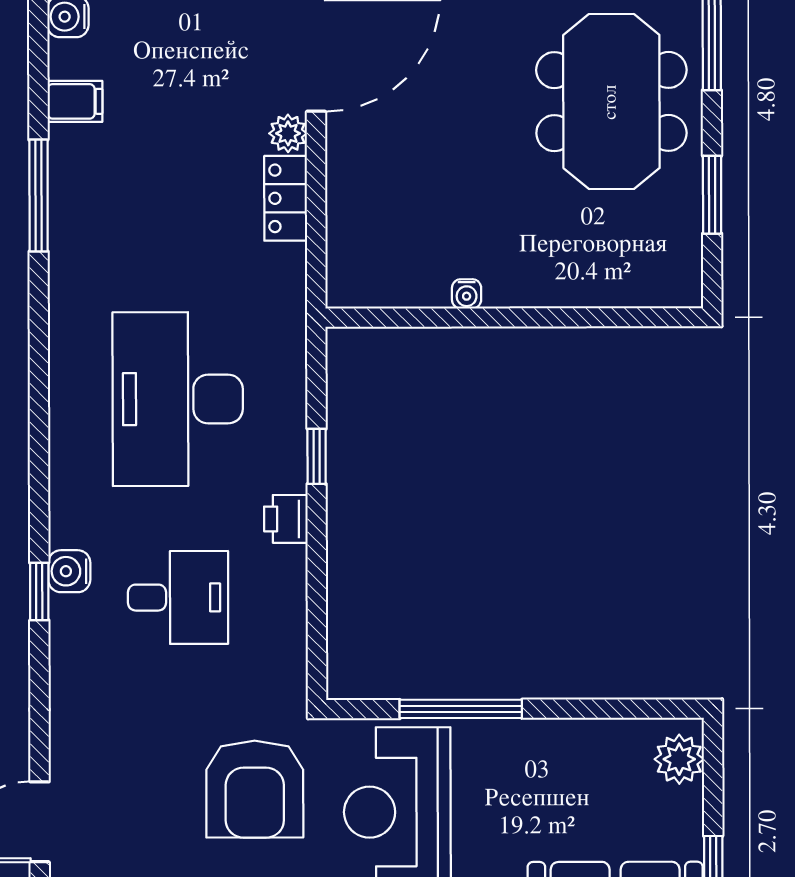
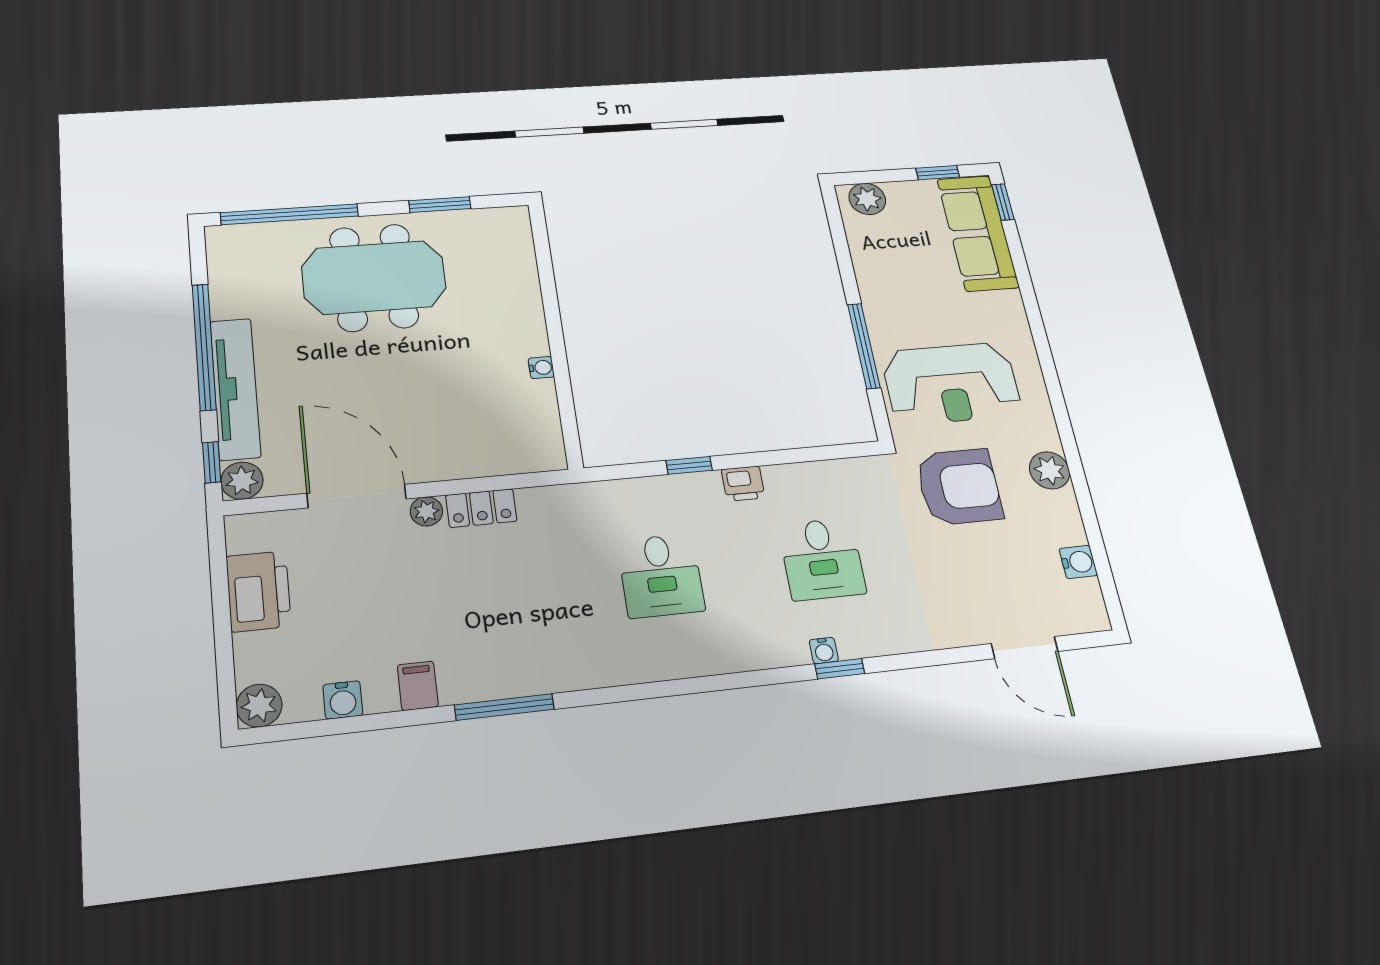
desk: (178, 399) -> (661, 576), width x0.53, depth x0.77
water cooler: (69, 571) -> (824, 651), width x0.72, depth x0.72
desk: (178, 597) -> (822, 559), turned 180

